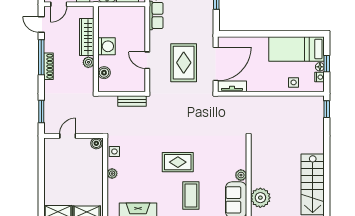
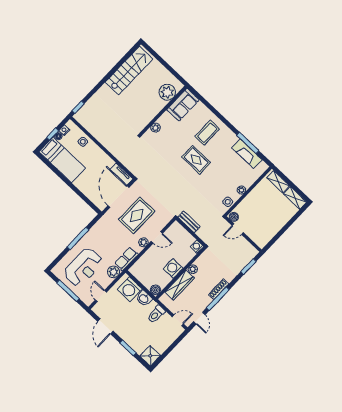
plant: (155, 45) -> (144, 242), added
door: (147, 60) -> (157, 237), hinge flipped
door: (216, 64) -> (118, 197), hinge flipped
boiler: (104, 73) -> (155, 290), moved
washing machine: (104, 86) -> (197, 247), added
door: (68, 136) -> (238, 229), moved
plant: (241, 175) -> (155, 128), moved

